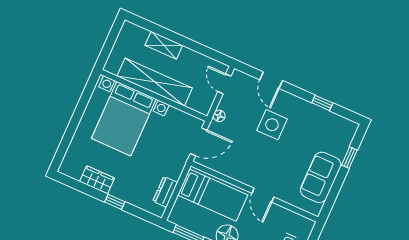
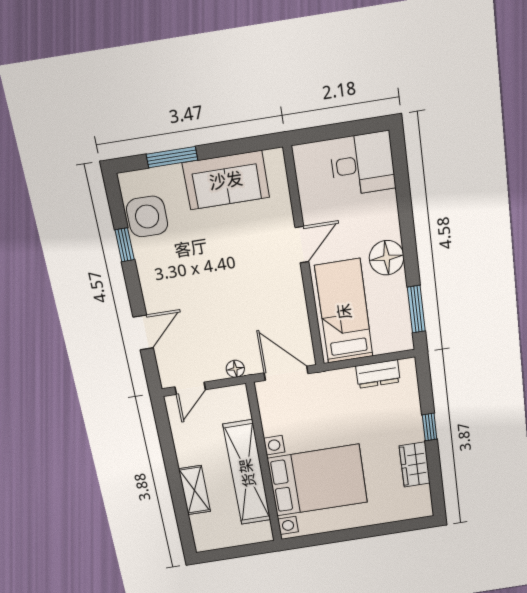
side table: (272, 125) -> (147, 216), moved
window: (349, 158) -> (172, 157), width x1.50

